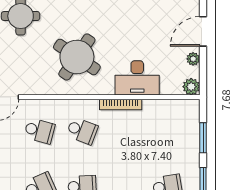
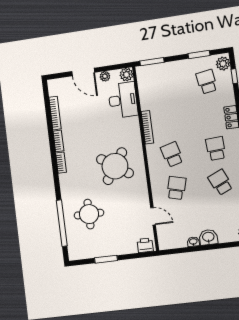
desk: (137, 78) -> (123, 100), moved
school desk: (82, 131) -> (172, 154), turned -36
window: (203, 138) -> (152, 62), moved

